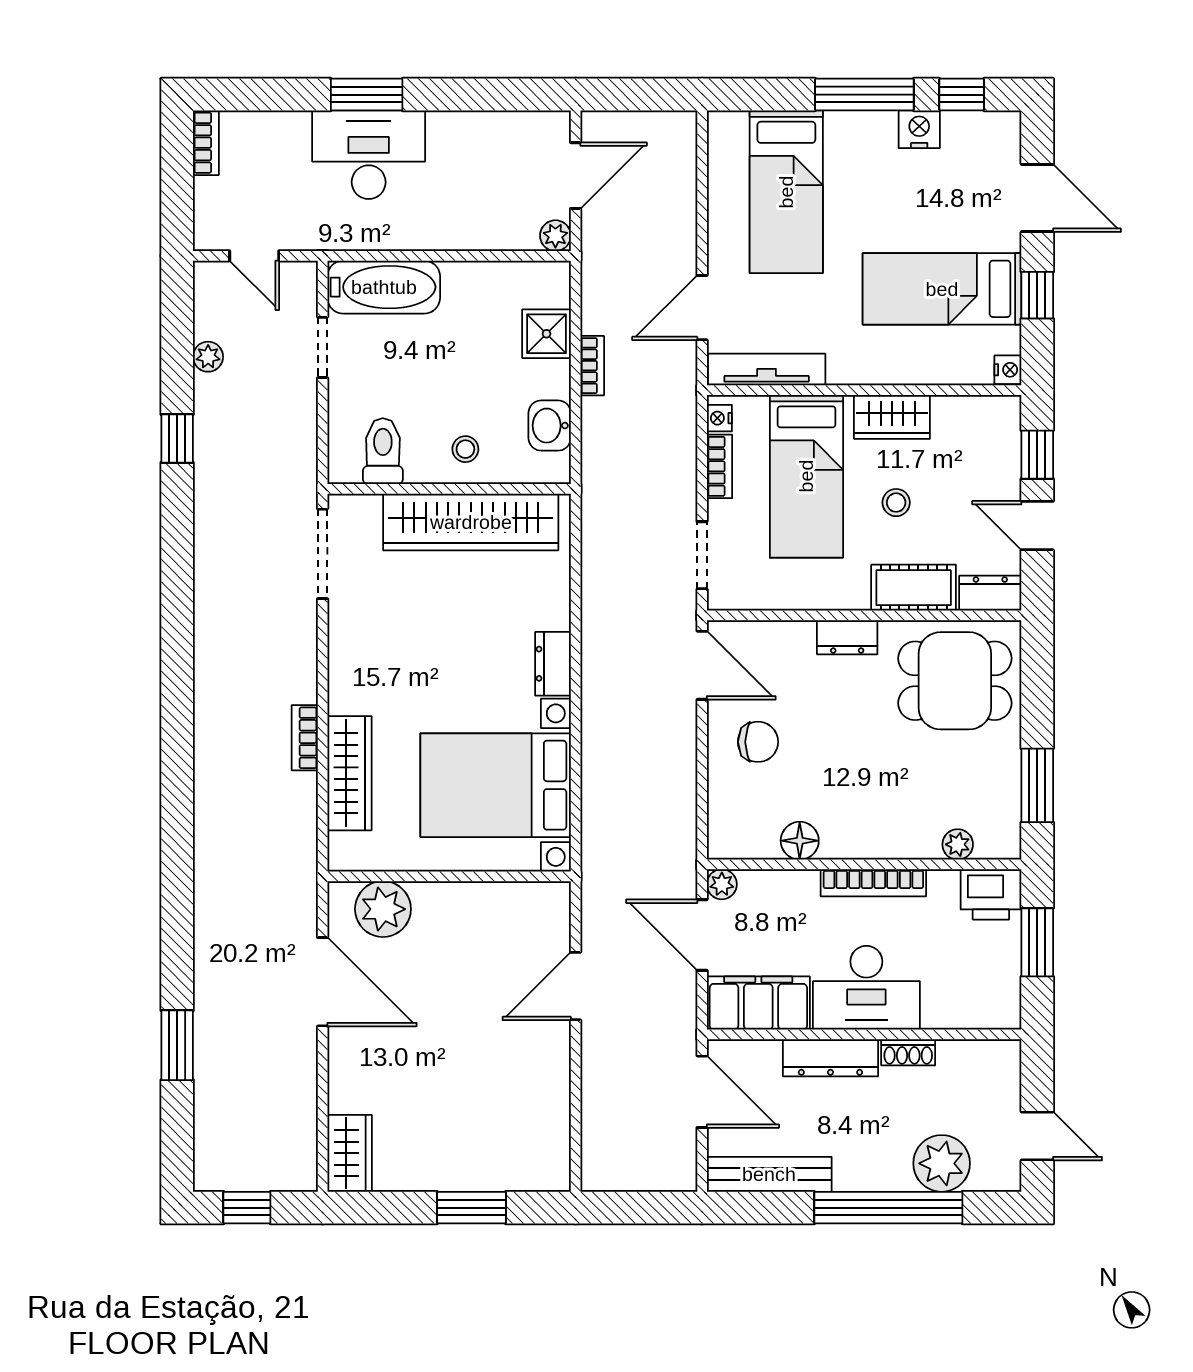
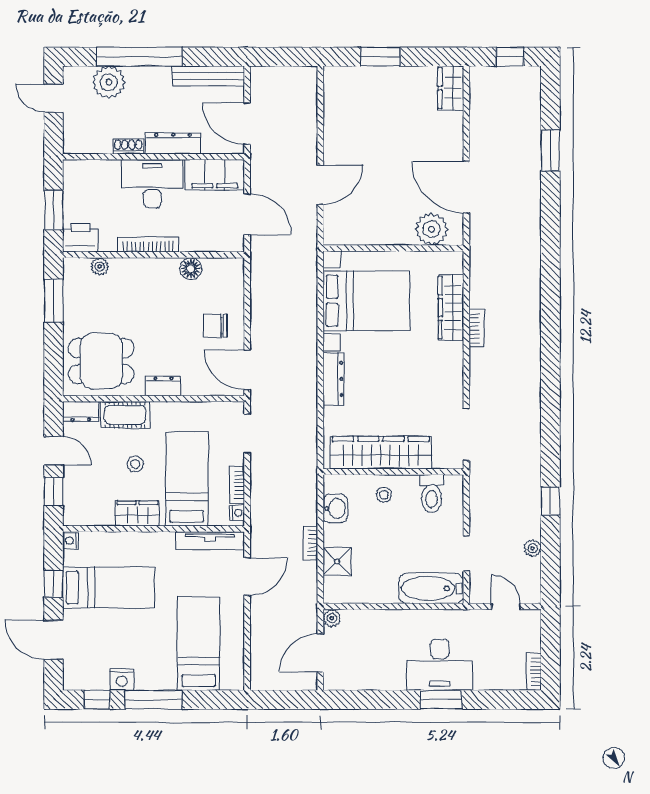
dresser: (553, 664) -> (333, 379), width x1.44
plant: (722, 884) -> (236, 243), removed

